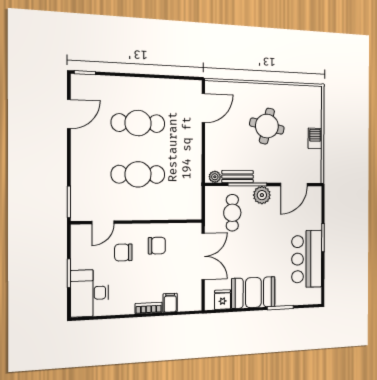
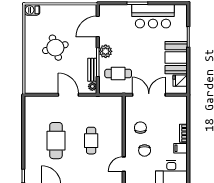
door: (203, 108) -> (68, 95), moved
round table: (267, 126) -> (55, 48), turned -30
barbecue: (315, 138) -> (32, 10), moved
cafe table: (138, 174) -> (91, 141), width x0.73, depth x0.74
door: (294, 185) -> (98, 27), swing flipped
door: (103, 222) -> (124, 164), swing flipped
filing cabinet: (170, 303) -> (181, 148), moved

